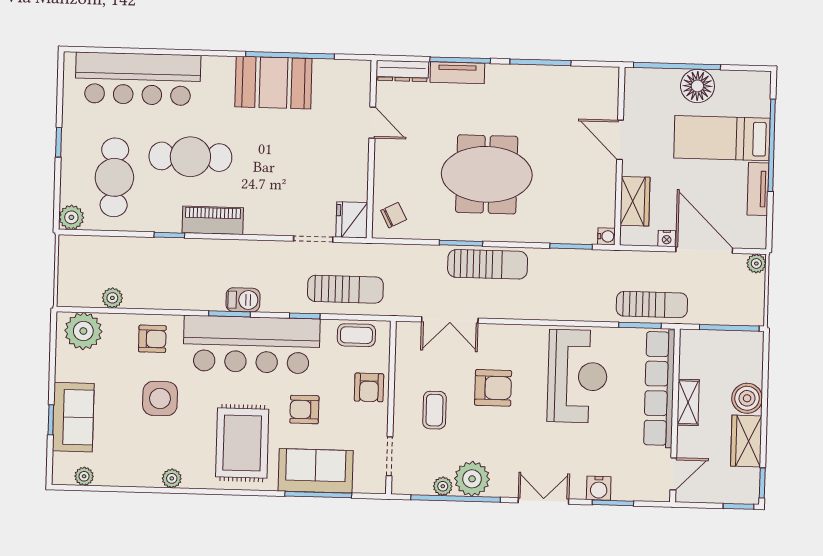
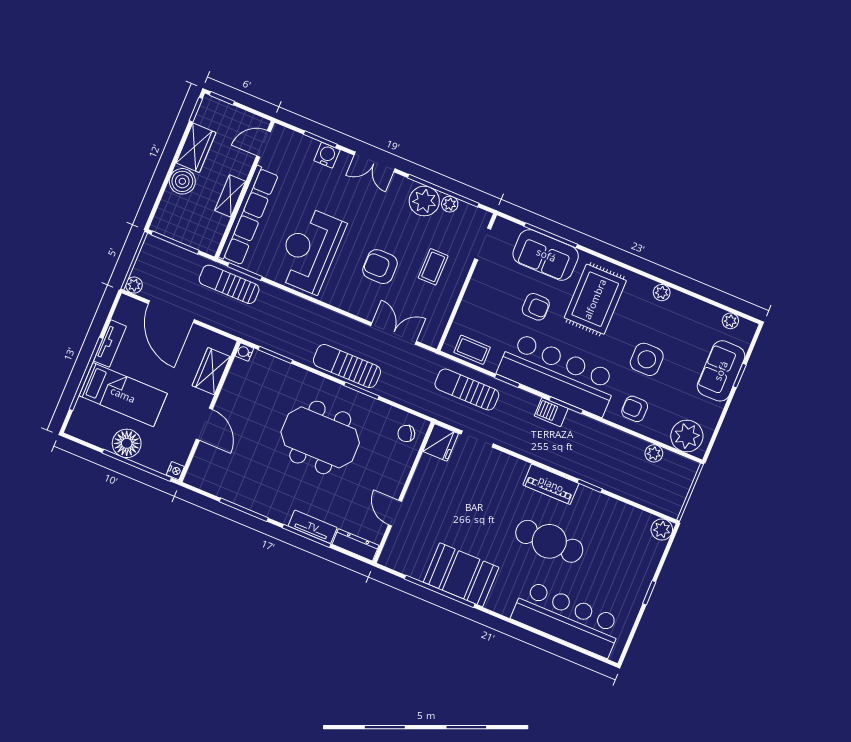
cafe table: (114, 177) -> (616, 548), removed
nightstand: (667, 238) -> (175, 471), moved, turned 90
armchair: (369, 387) -> (478, 305), removed

